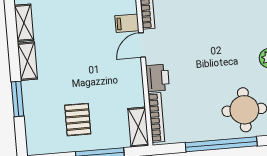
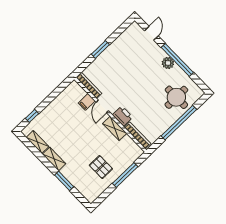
shelving: (138, 127) -> (115, 128), moved

